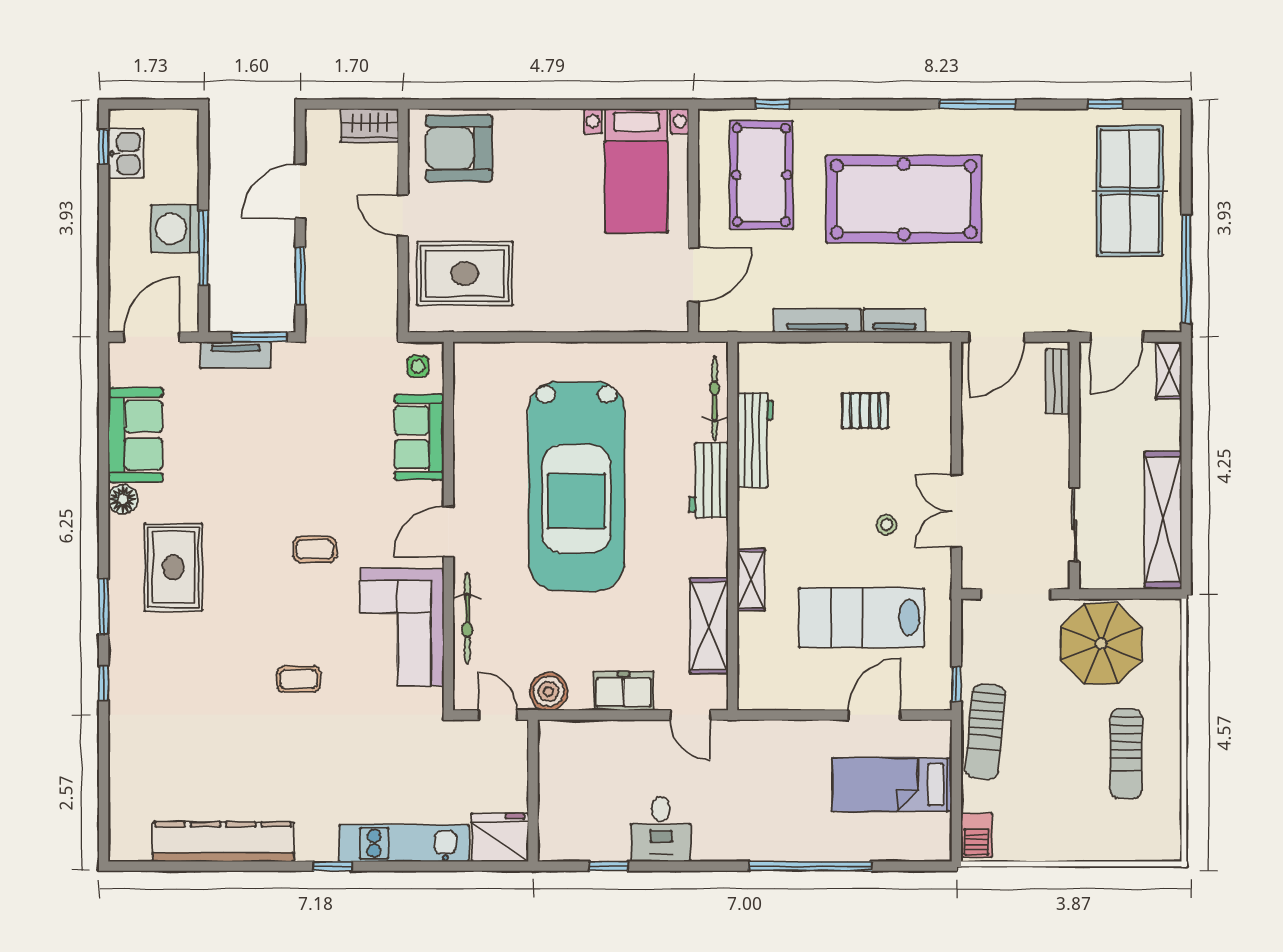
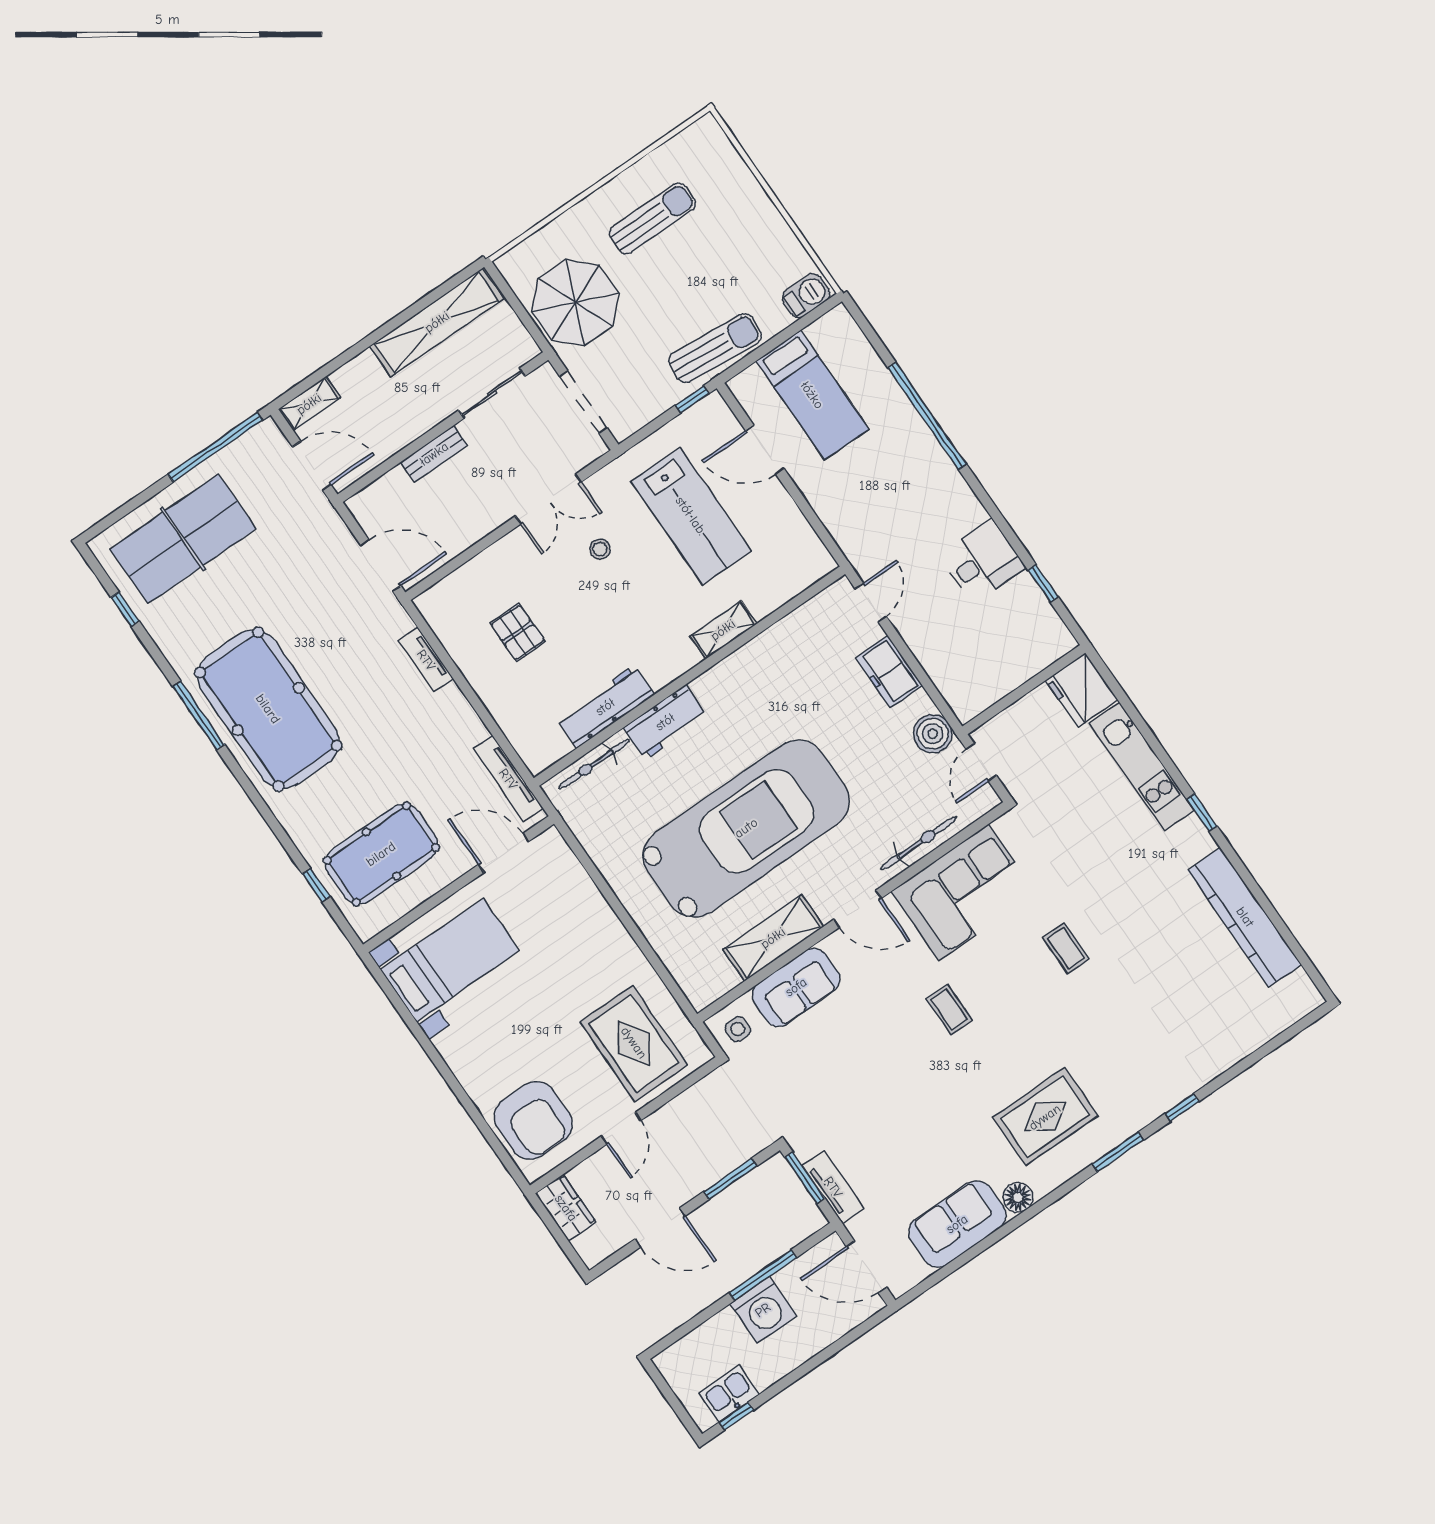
pool table: (904, 199) -> (268, 709), moved
tv unit: (817, 321) -> (508, 779), moved
bench: (1058, 381) -> (434, 454), moved
shelving: (709, 626) -> (773, 938), moved

